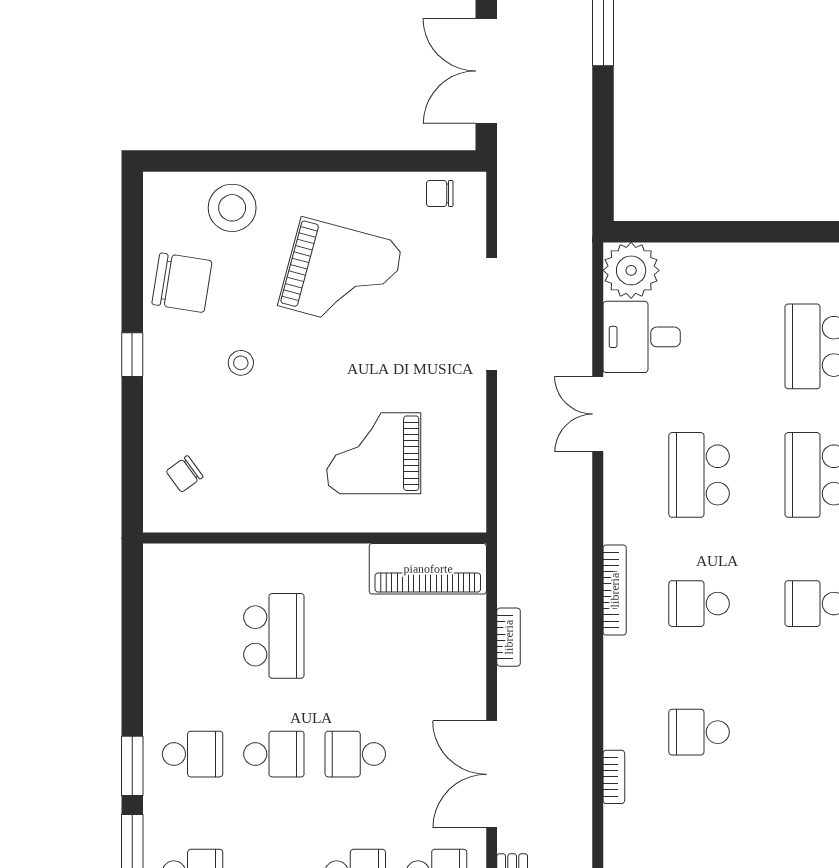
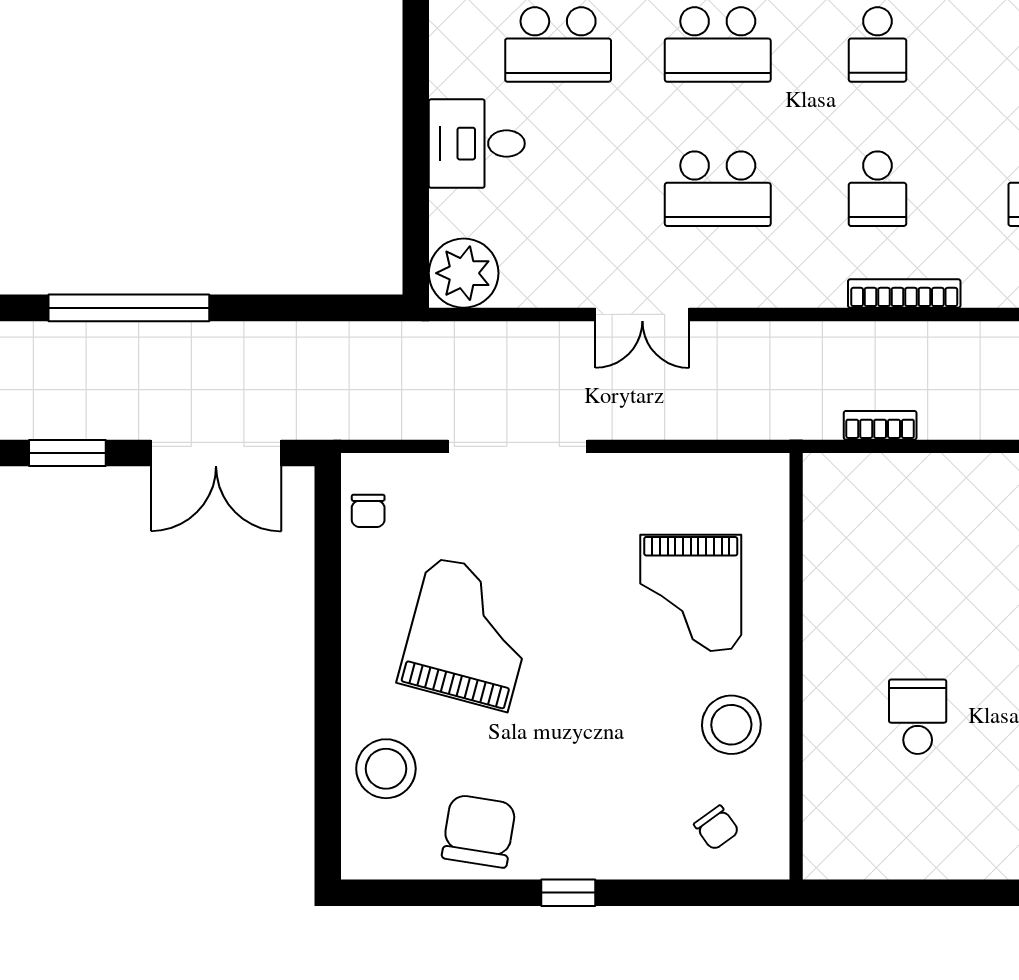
desk: (642, 337) -> (477, 144), moved, turned 90
stool: (241, 363) -> (731, 725), moved, width x1.89, depth x1.89
piano: (428, 569) -> (834, 526), removed
bookcase: (615, 590) -> (904, 293), moved
school desk: (274, 636) -> (918, 717), width x0.54
bookcase: (509, 637) -> (880, 425), moved

